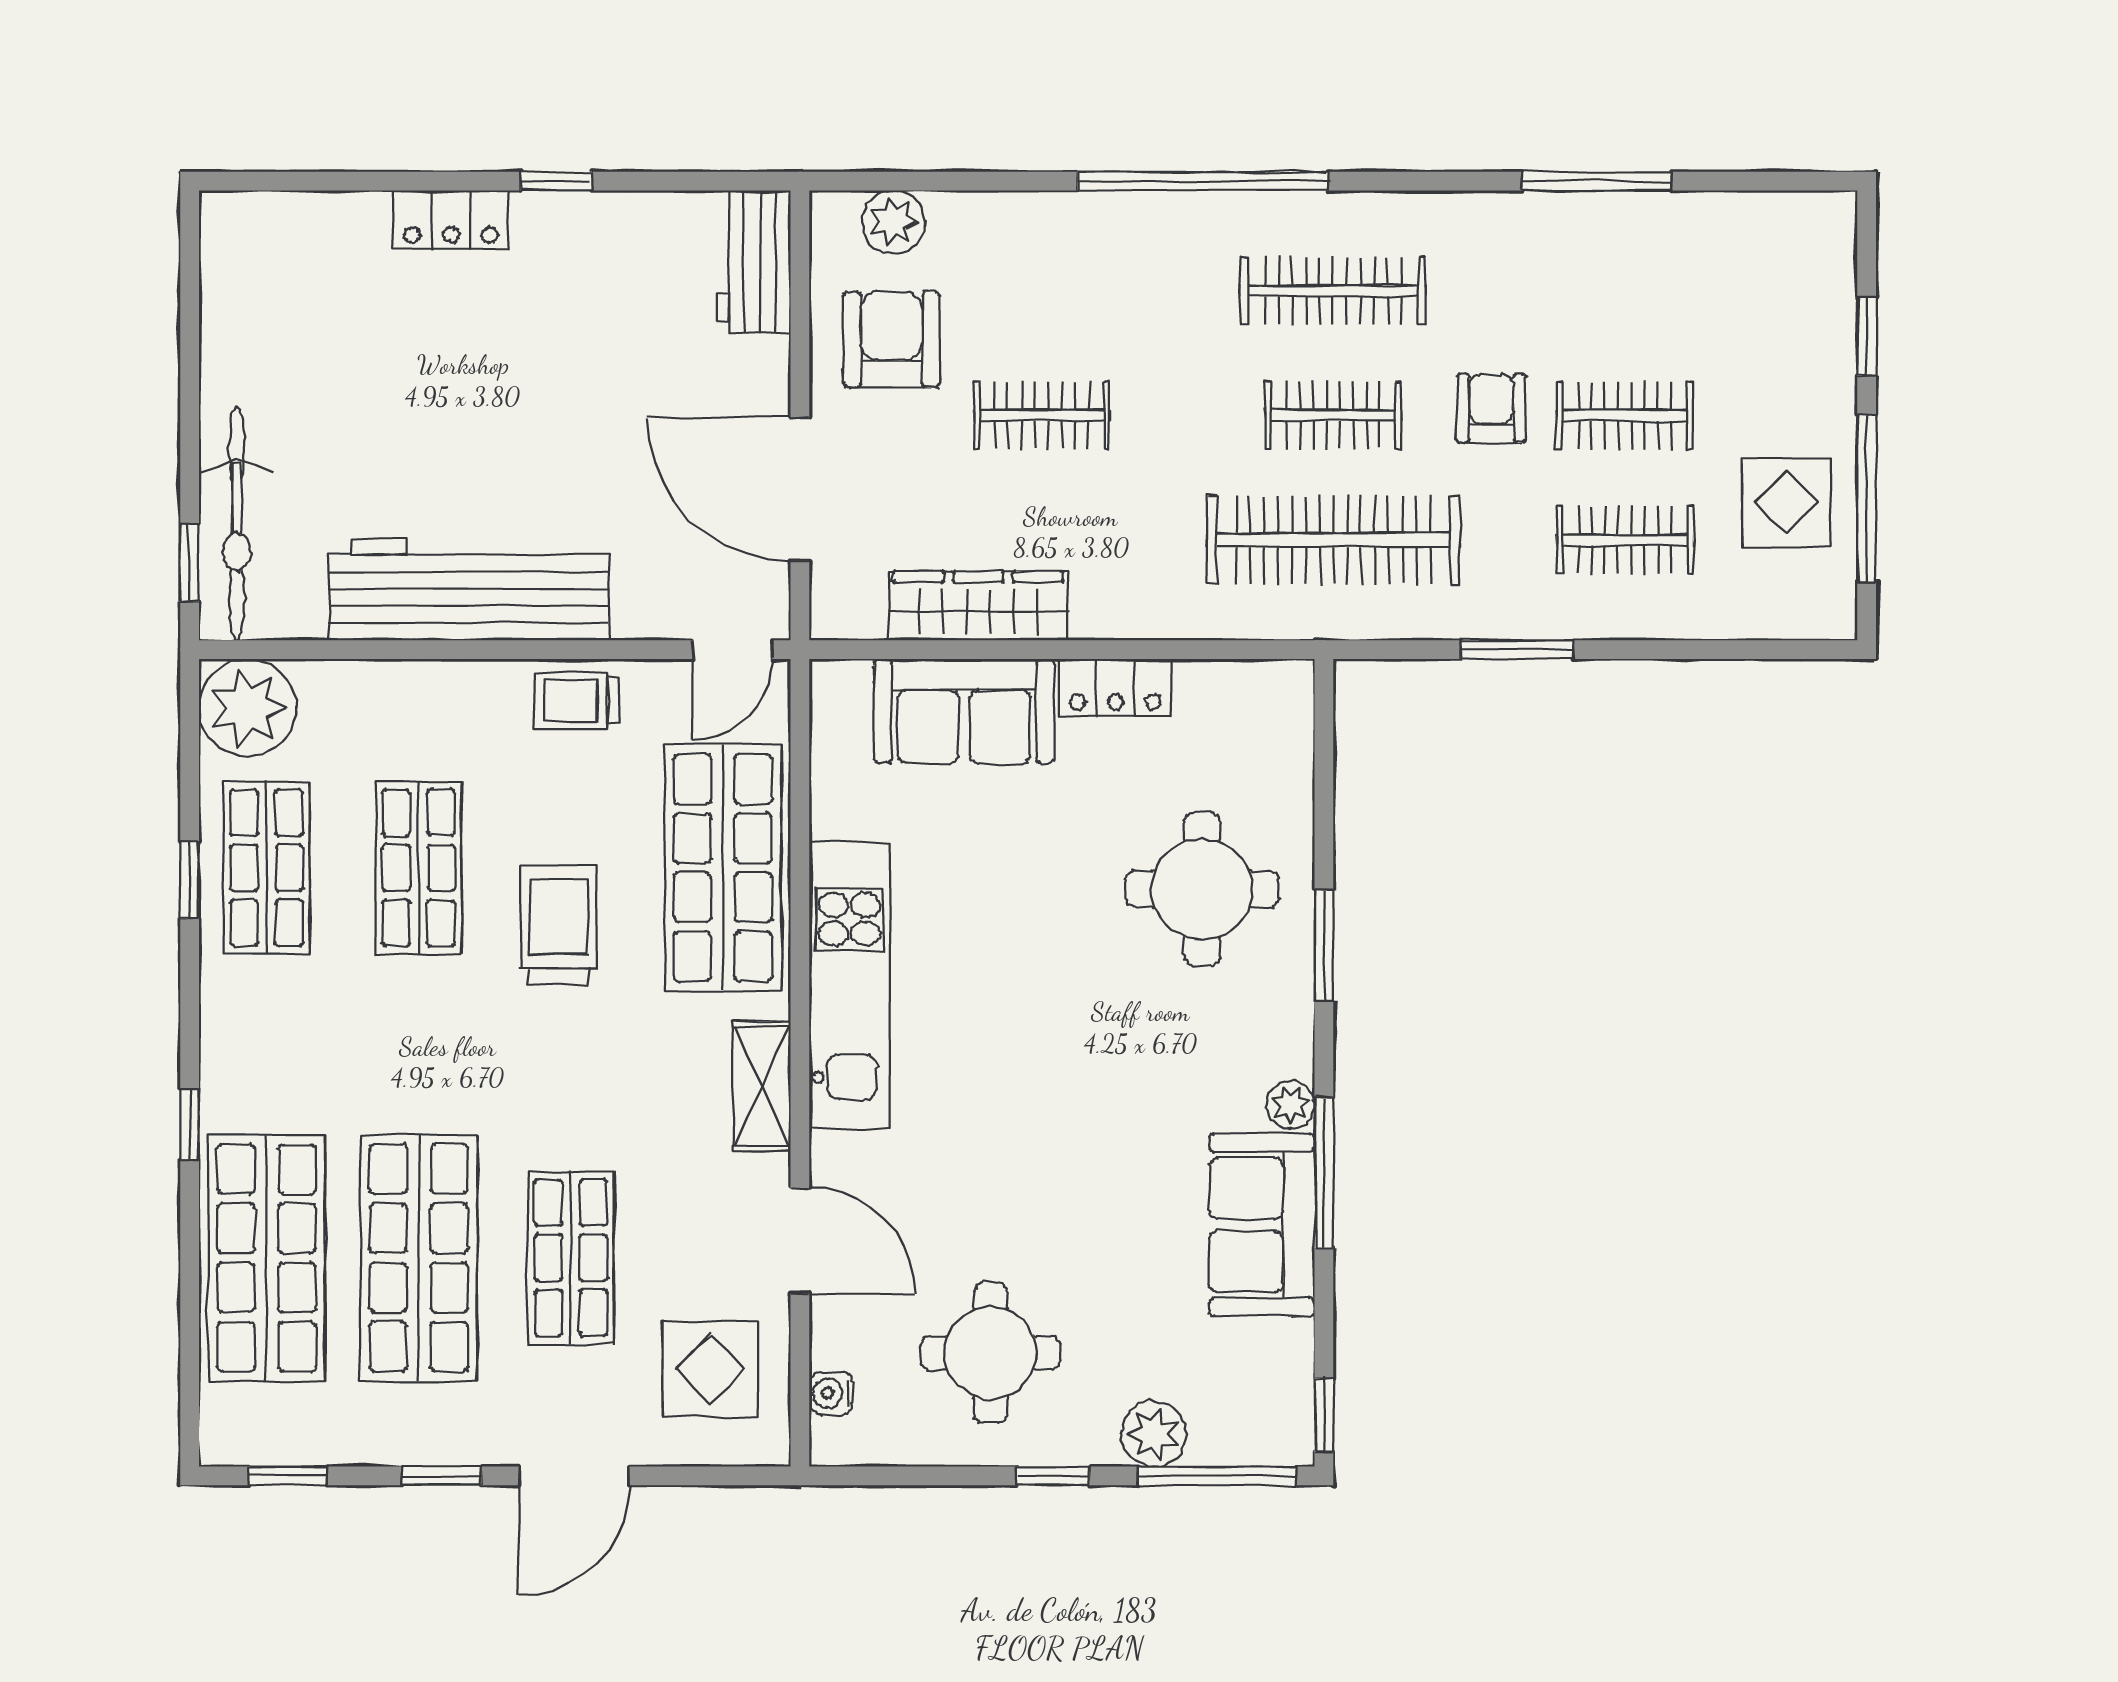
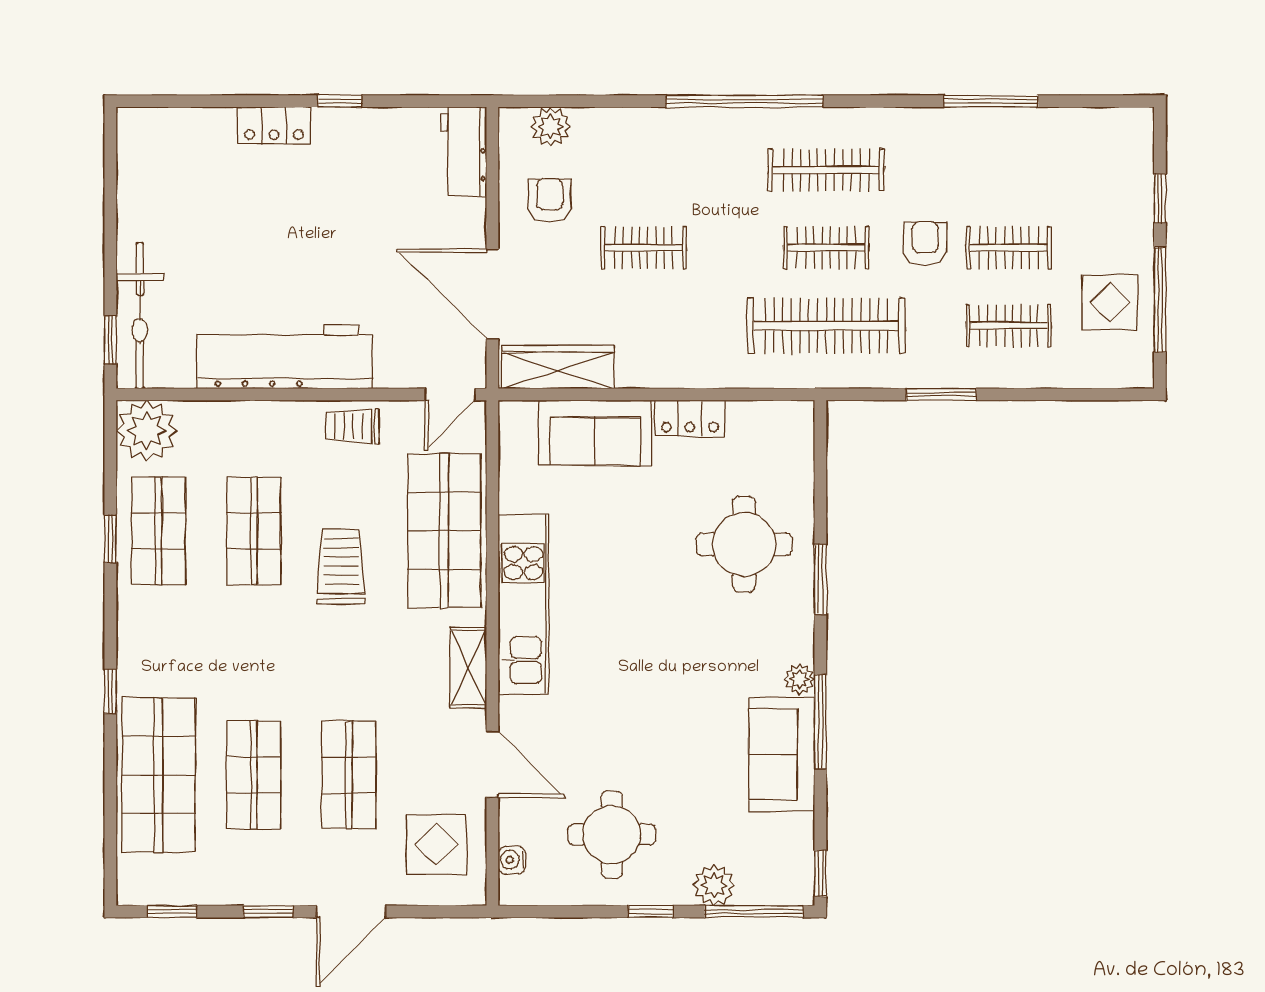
armchair: (891, 339) -> (550, 200), width x0.72, depth x0.72
wardrobe: (978, 606) -> (558, 367), moved
shop shelf: (419, 1258) -> (254, 775), width x0.70, depth x0.74

